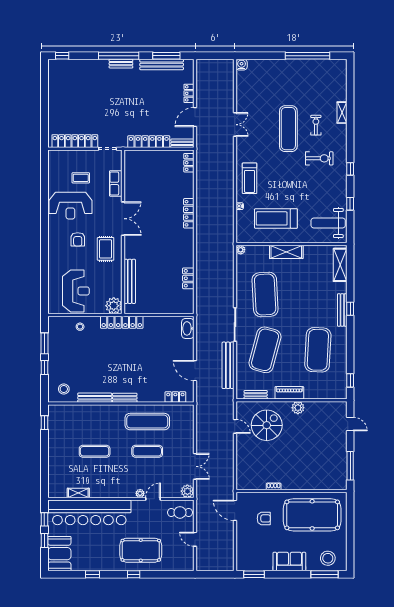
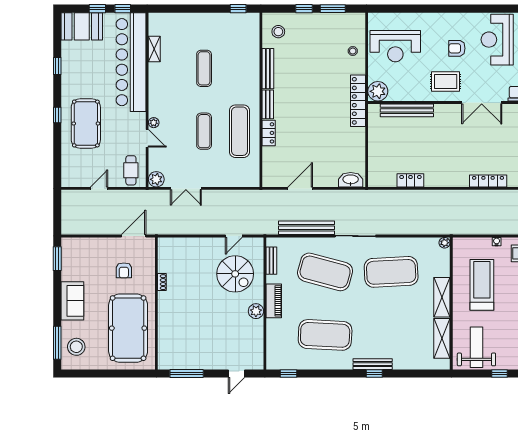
shelving: (340, 265) -> (442, 338), moved, turned 90
locker: (175, 397) -> (269, 133), moved

